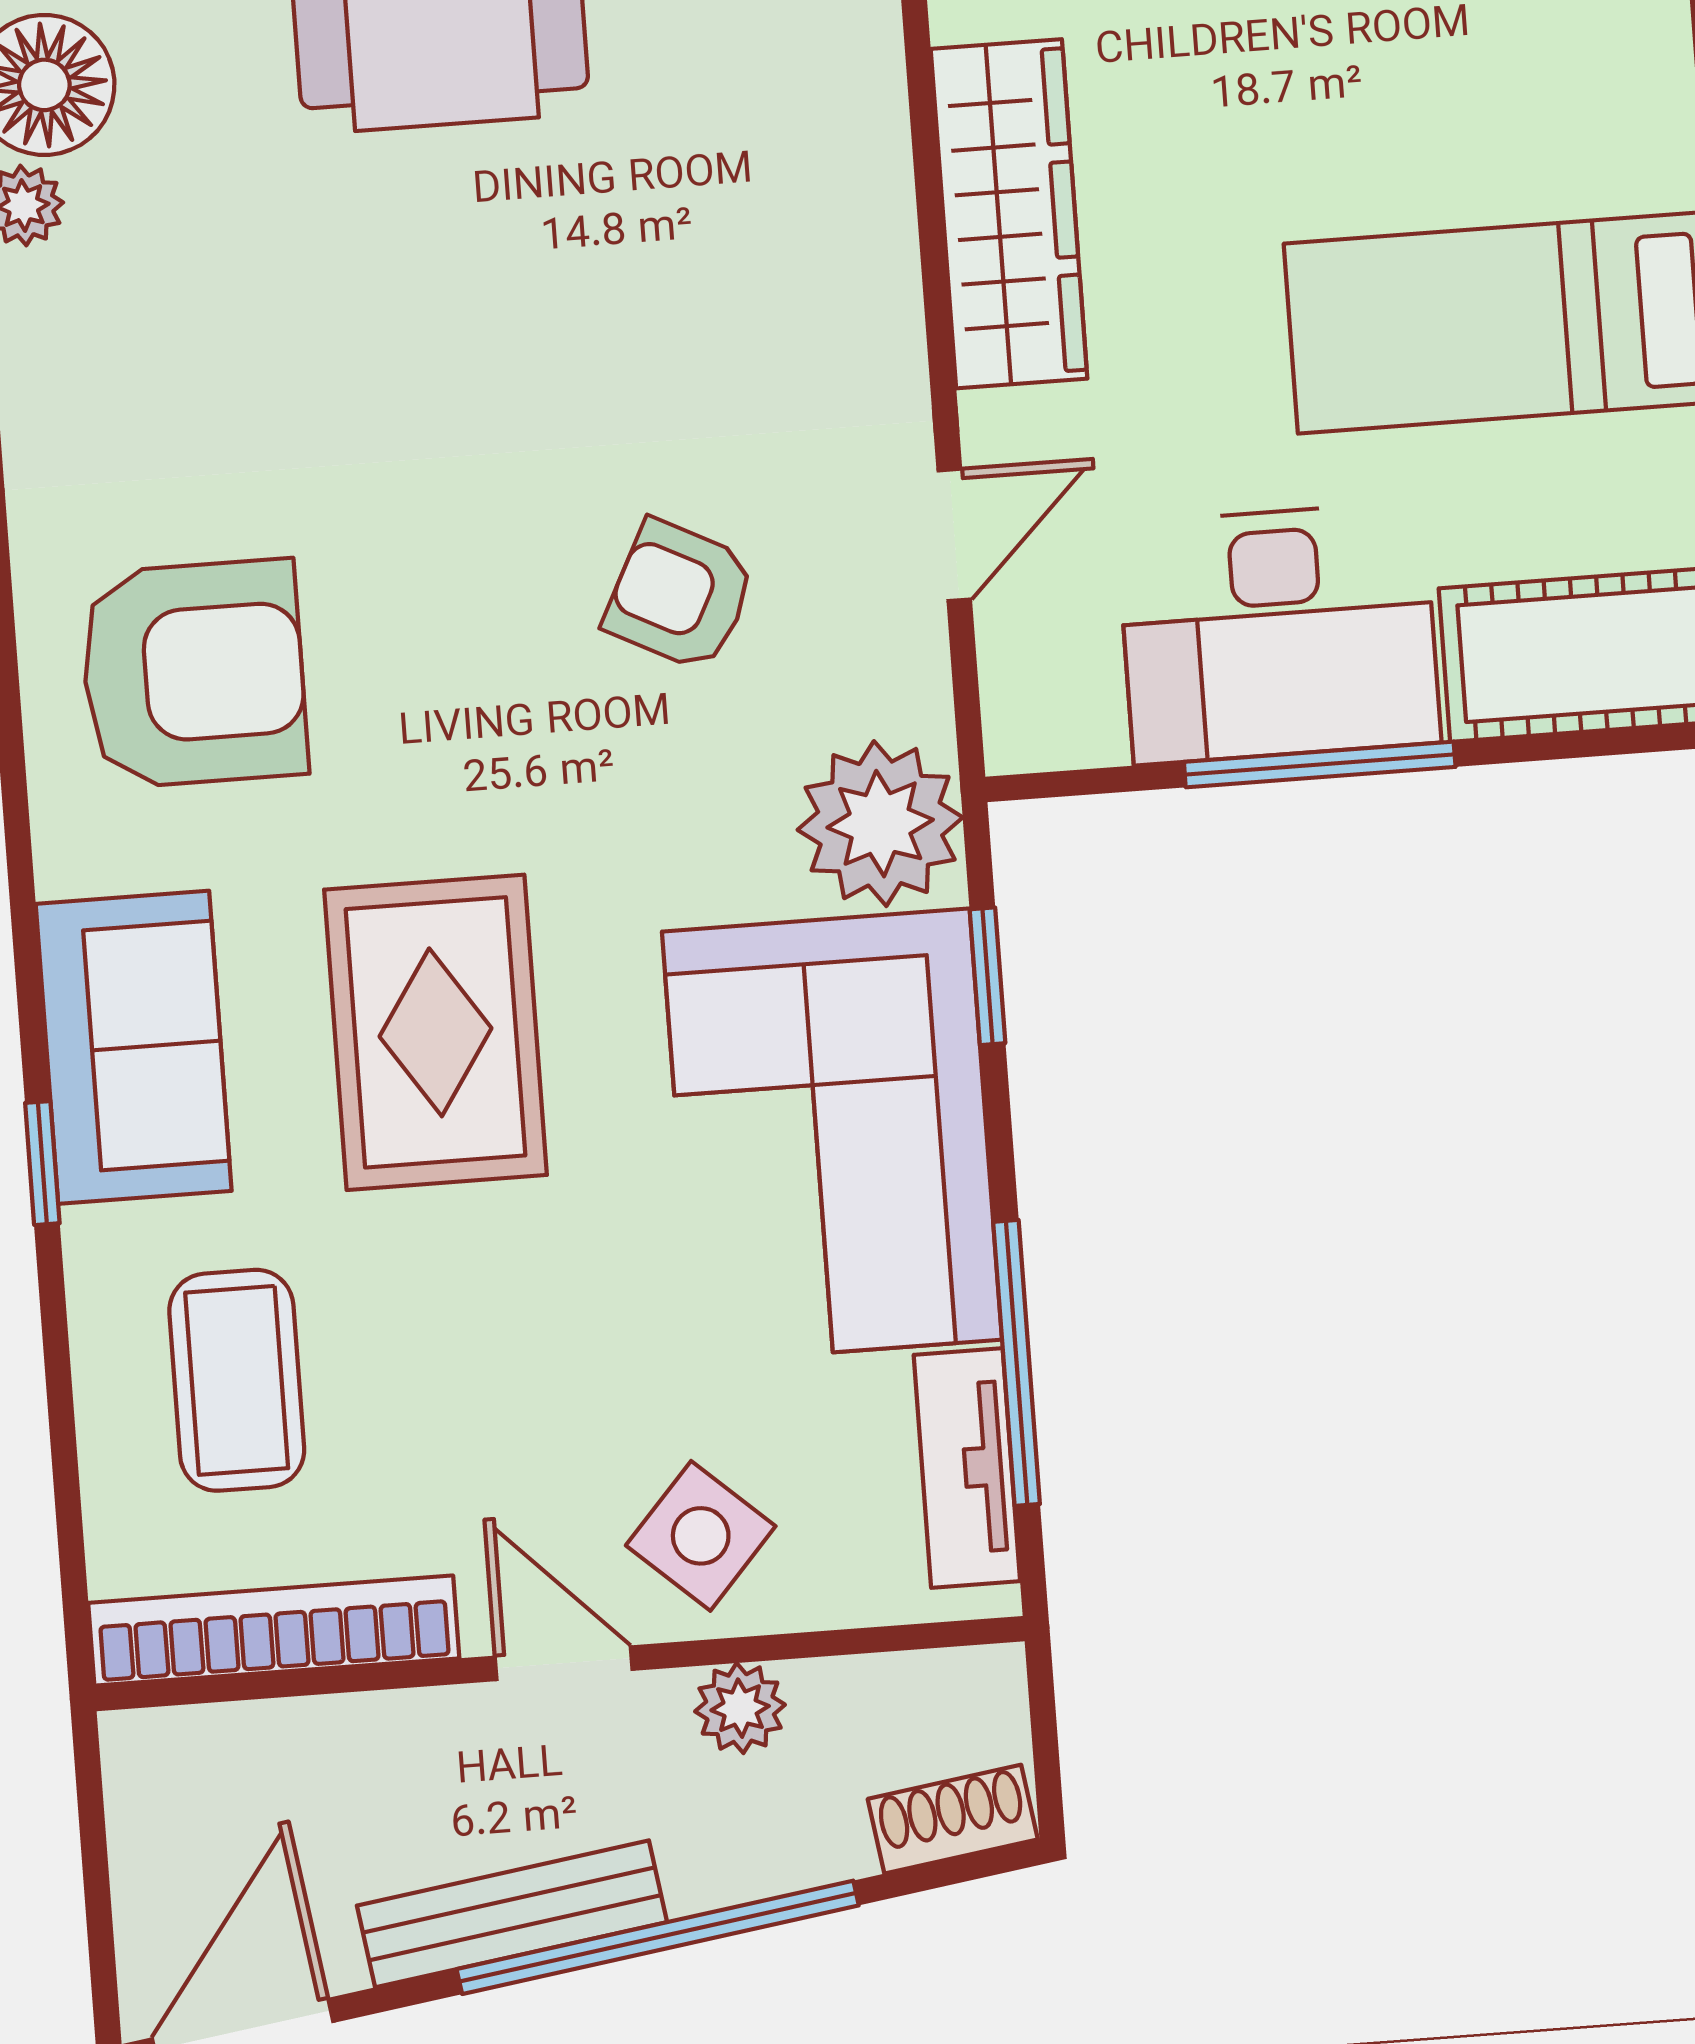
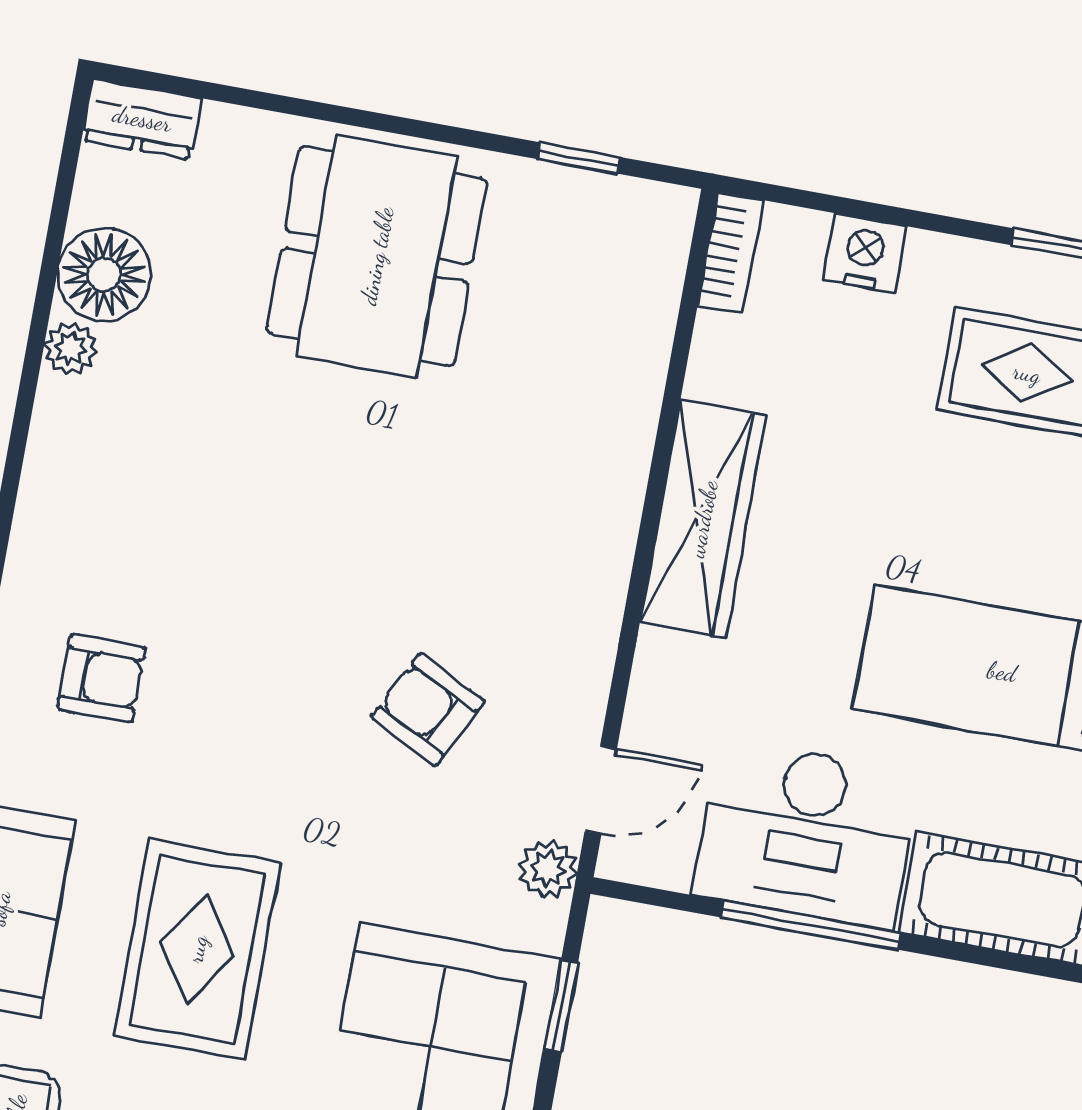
door: (954, 535) -> (601, 790), moved
armchair: (193, 674) -> (101, 678), width x0.53, depth x0.53
plant: (880, 824) -> (548, 869), width x0.53, depth x0.53

